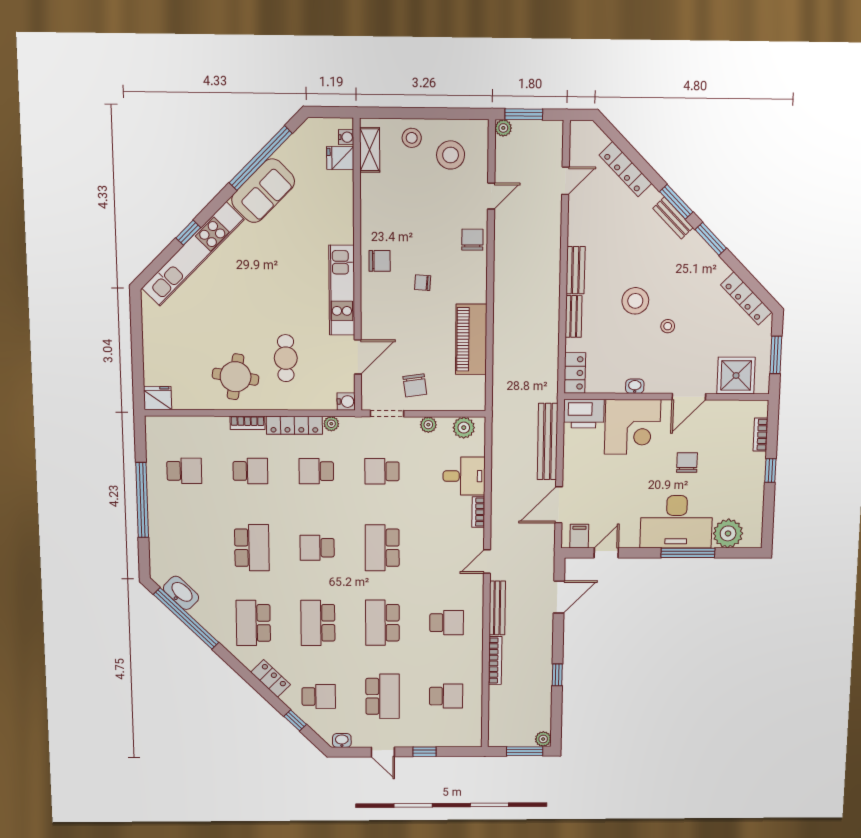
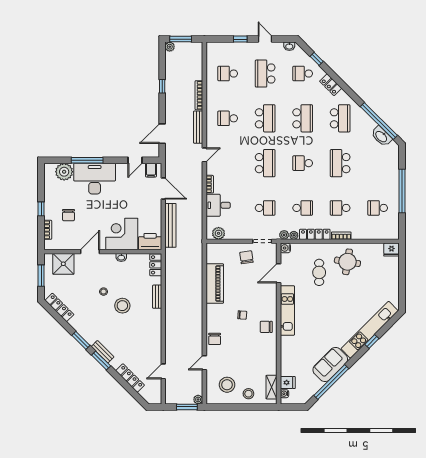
bench: (576, 270) -> (157, 322), removed
plant: (428, 425) -> (284, 235), moved
chair: (687, 463) -> (68, 215), moved
door: (559, 505) -> (163, 189), hinge flipped
school desk: (317, 548) -> (303, 163), turned 180

